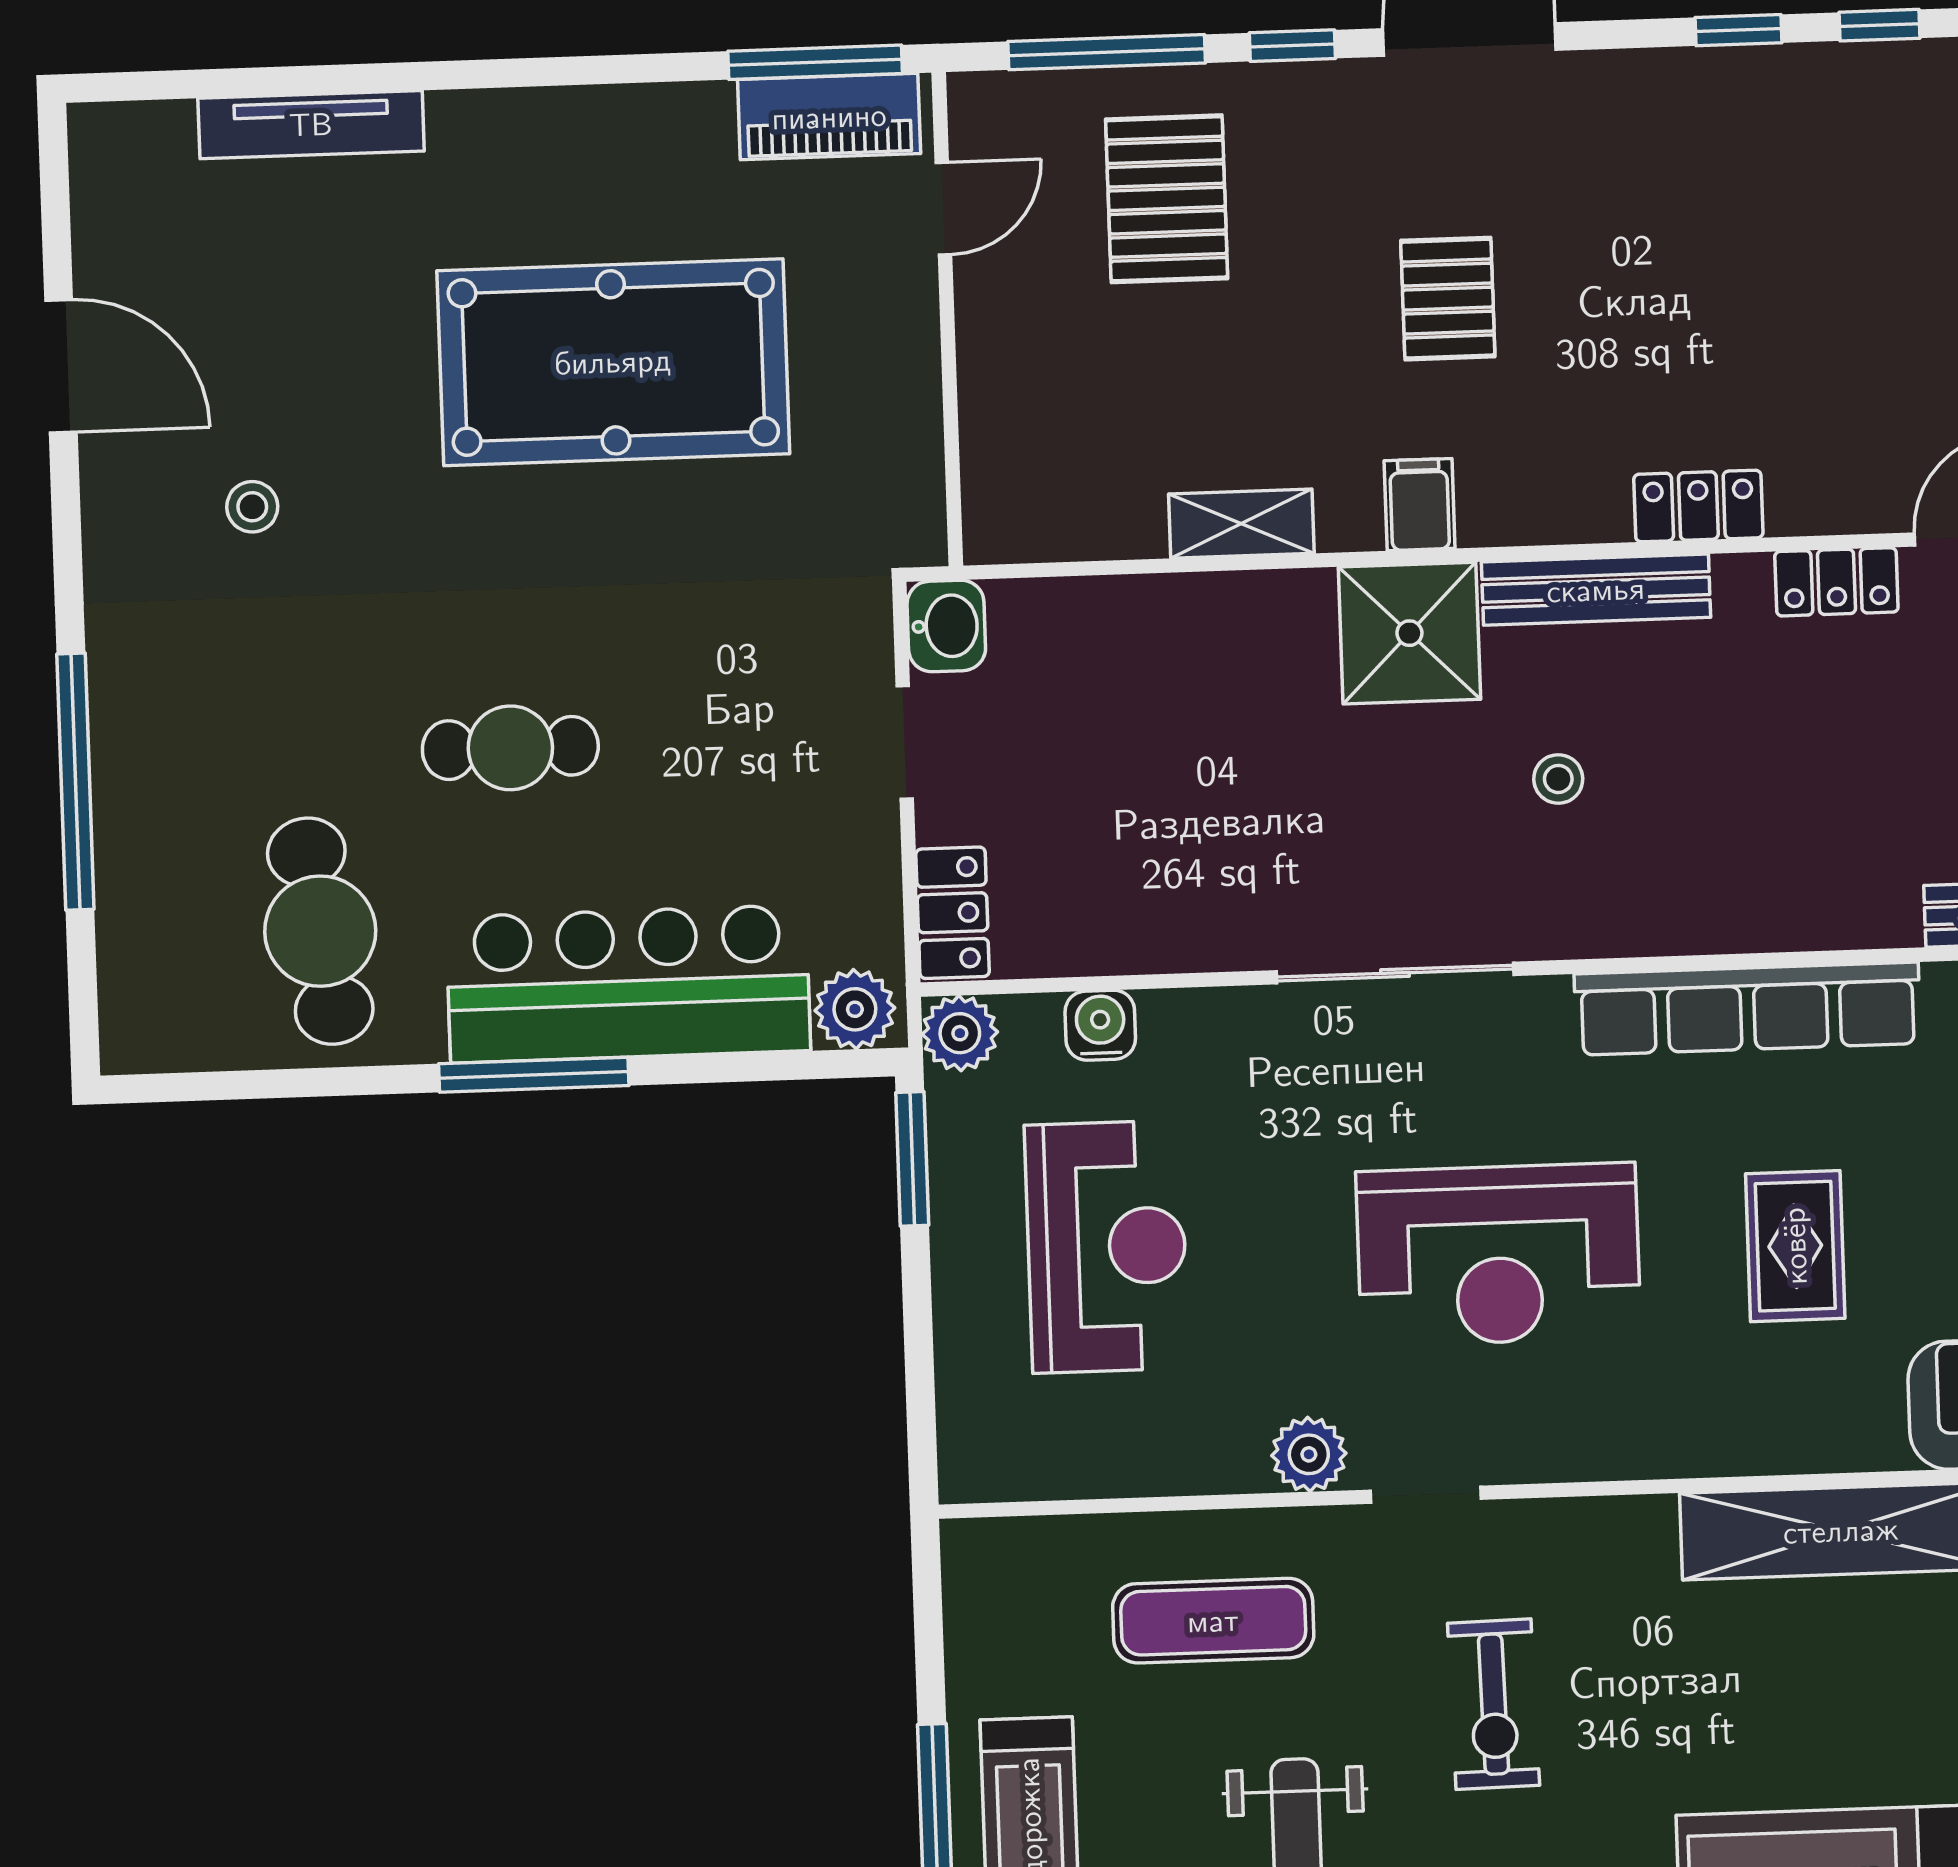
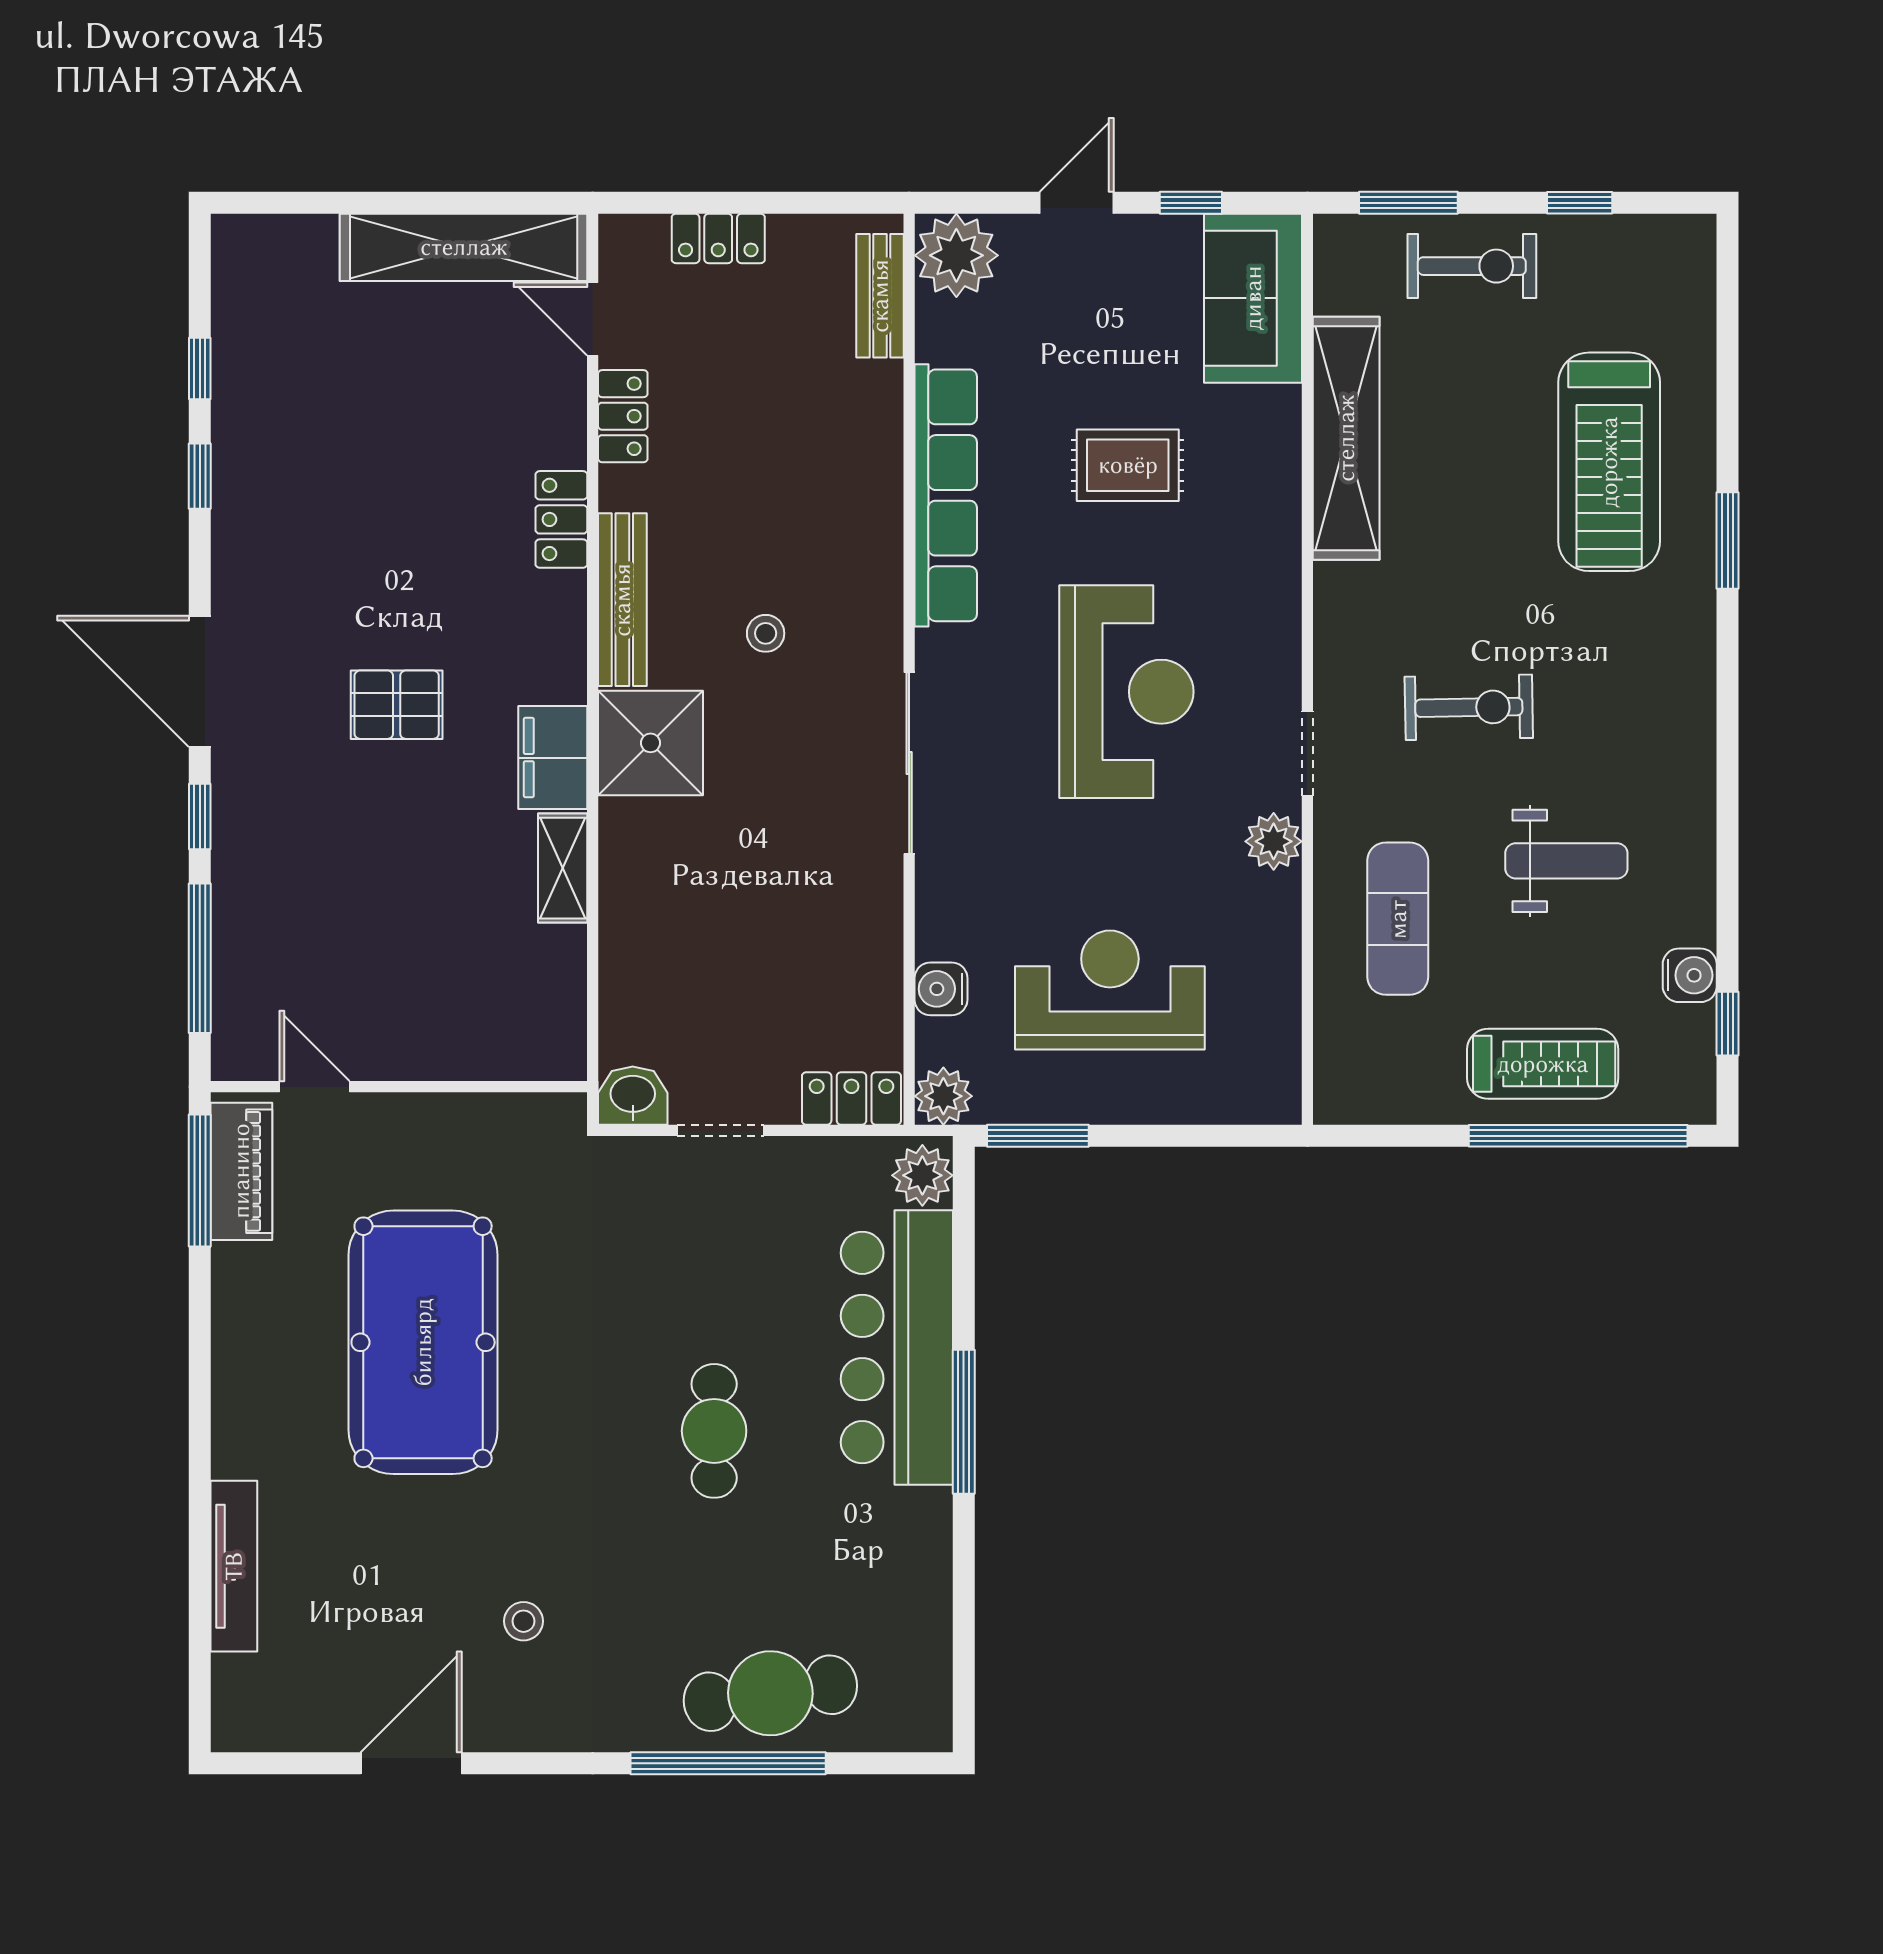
pallet: (1167, 199) -> (313, 916), removed
filing cabinet: (1420, 505) -> (553, 758), width x2.00
cafe table: (320, 931) -> (770, 1693), moved

